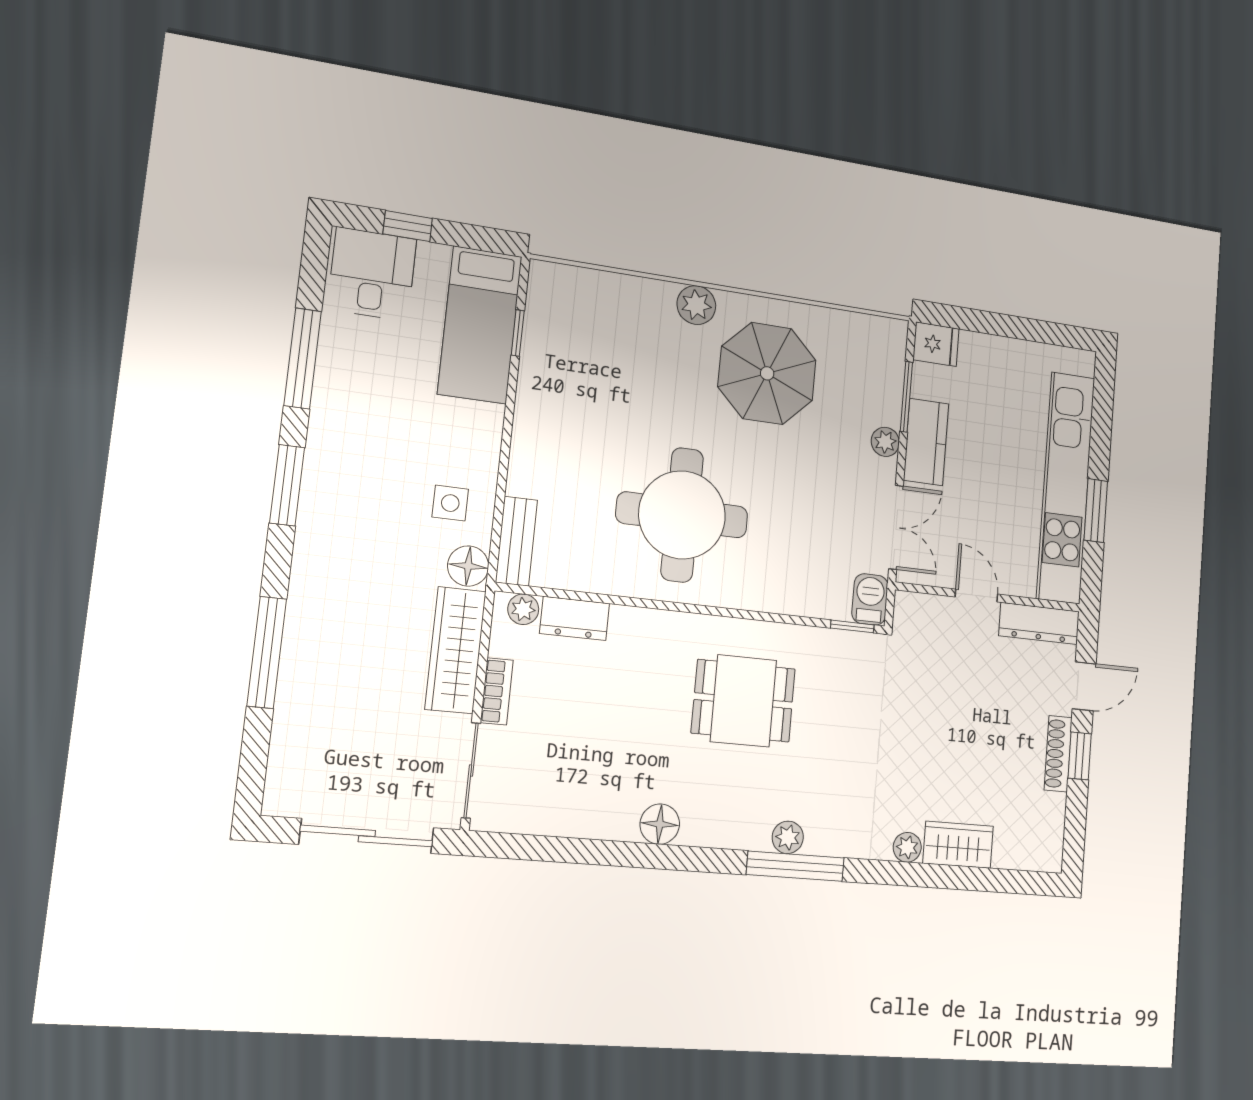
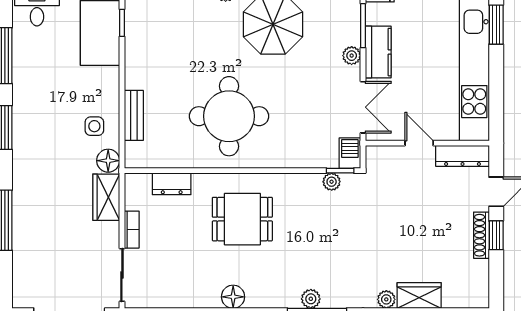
window: (1096, 511) -> (496, 25), moved
bench: (516, 541) -> (134, 115), moved
plant: (523, 609) -> (332, 182), moved
wardrobe: (456, 650) -> (106, 197), width x0.67
dining table: (743, 701) -> (242, 219), moved

